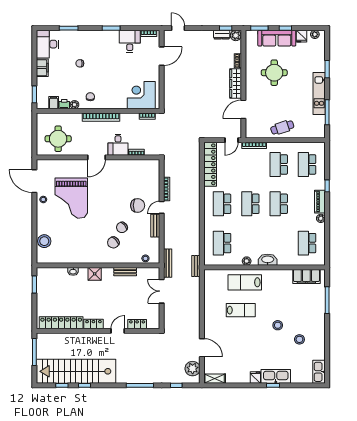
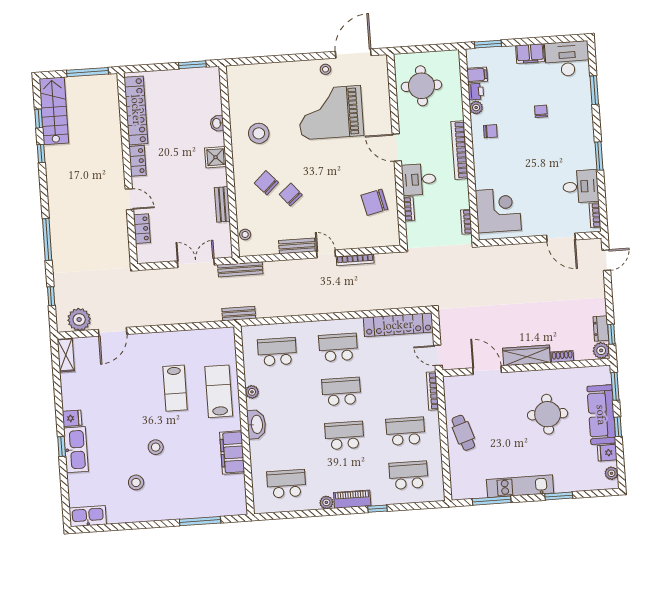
chair: (138, 205) -> (374, 202), moved, turned 77
stool: (44, 241) -> (259, 133), moved
filing cabinet: (306, 276) -> (232, 452), moved
stairs: (76, 371) -> (54, 111), width x0.54, depth x0.66

